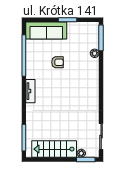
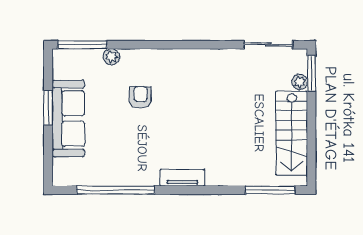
sofa: (46, 30) -> (68, 119), moved
armchair: (57, 62) -> (141, 97), moved

